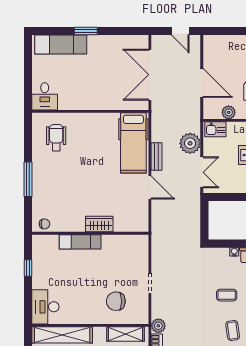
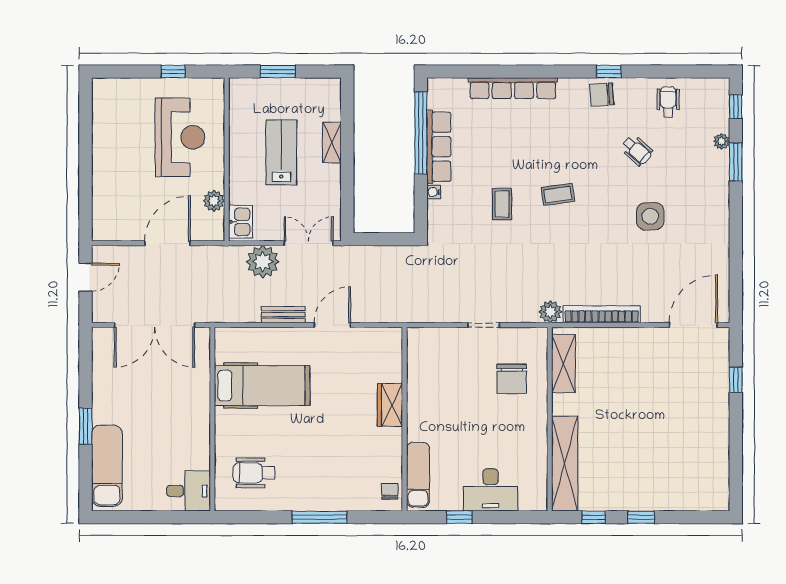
hospital bed: (133, 143) -> (262, 386), moved
exam couch: (80, 242) -> (418, 475), moved
desk: (45, 307) -> (491, 490), moved

